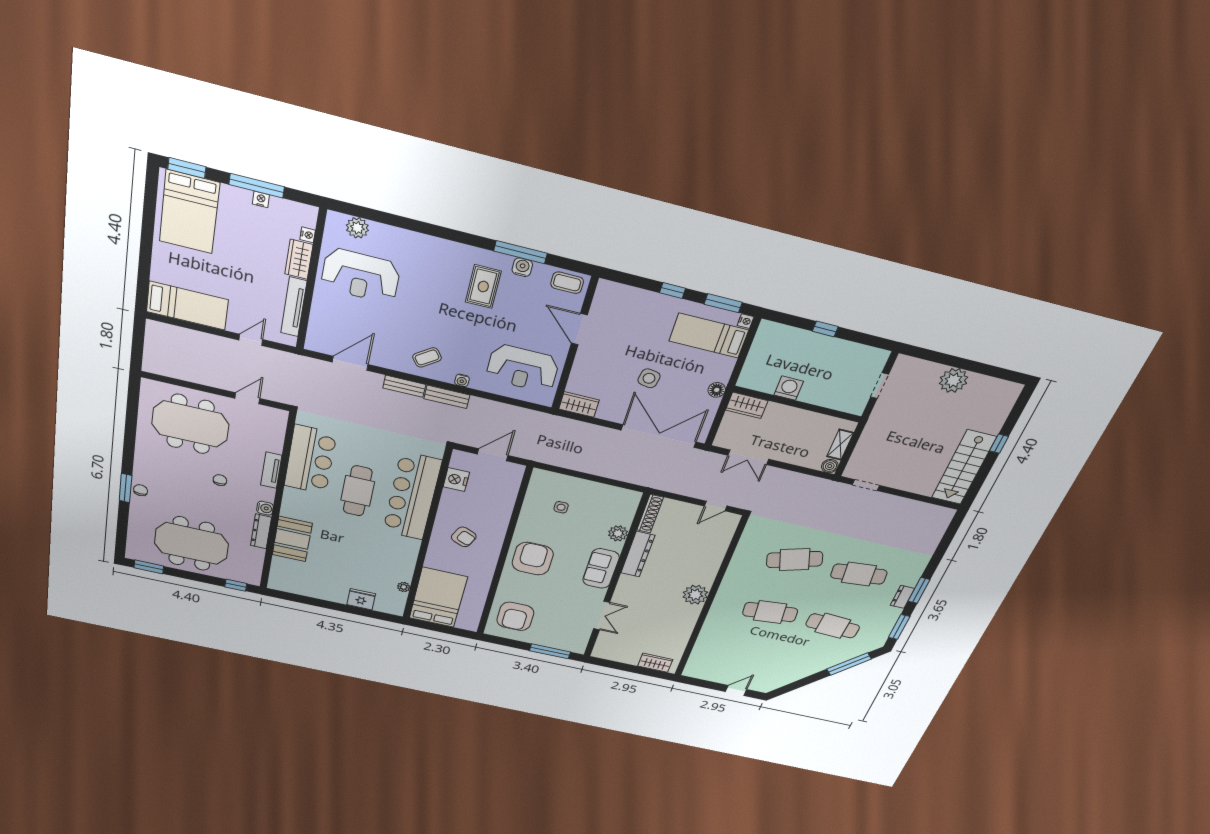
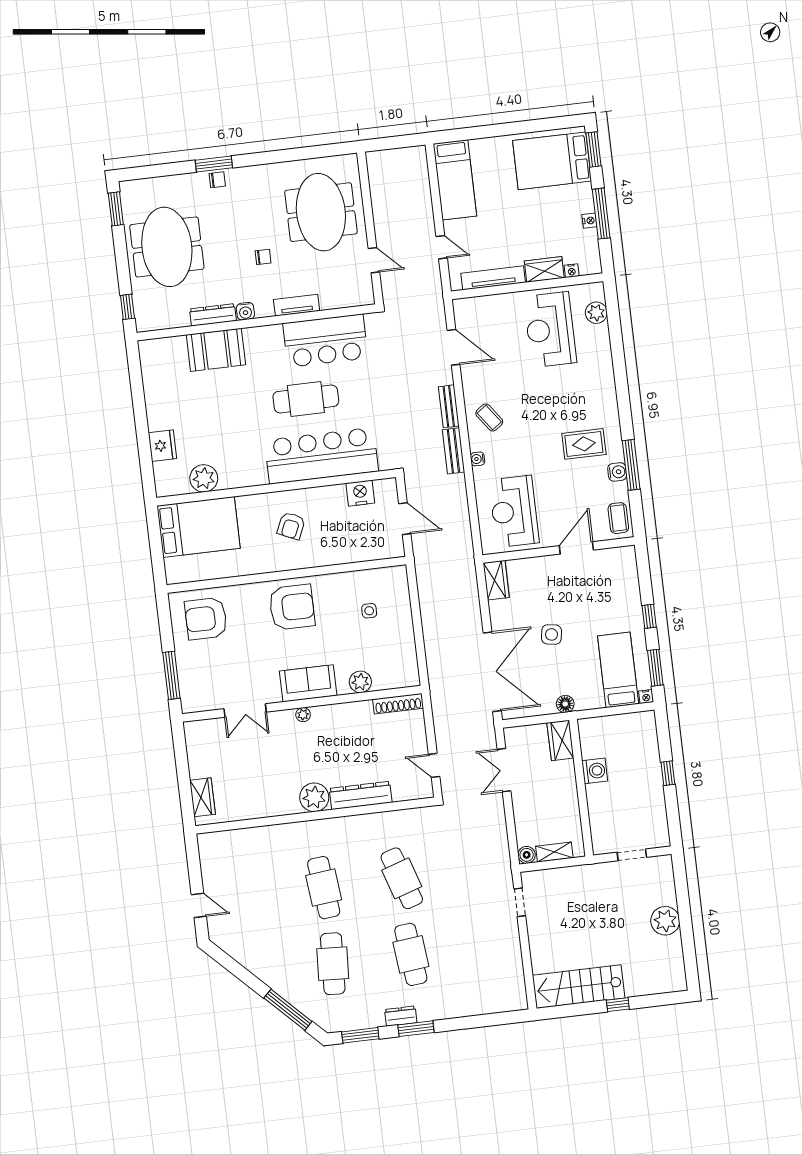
dresser: (638, 554) -> (361, 795), moved, turned 180
plant: (625, 580) -> (303, 715), added
plant: (404, 587) -> (204, 478), width x1.87, depth x1.87

